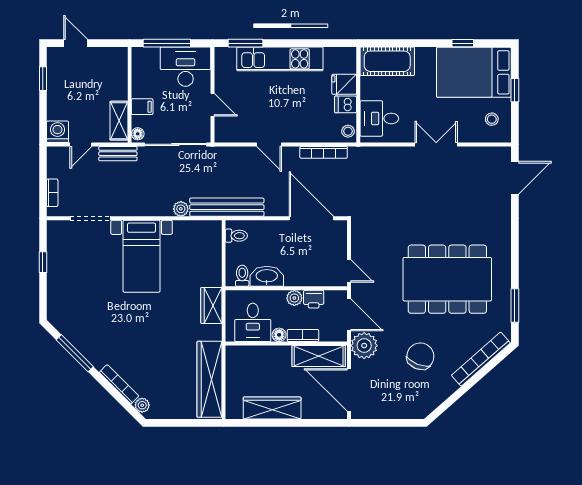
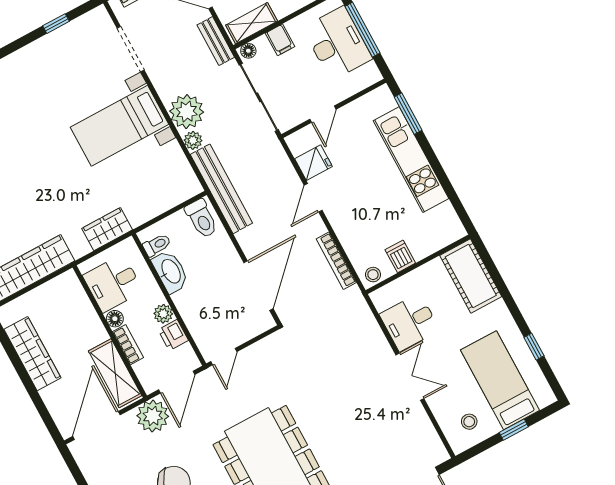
desk: (186, 67) -> (337, 43), moved
bed: (474, 72) -> (500, 380), width x0.67
fridge: (344, 84) -> (314, 163), moved, turned 90
desk: (379, 118) -> (410, 322), moved, turned -90
plant: (158, 202) -> (187, 112), added
toilet: (236, 236) -> (201, 219), width x1.37, depth x1.39

